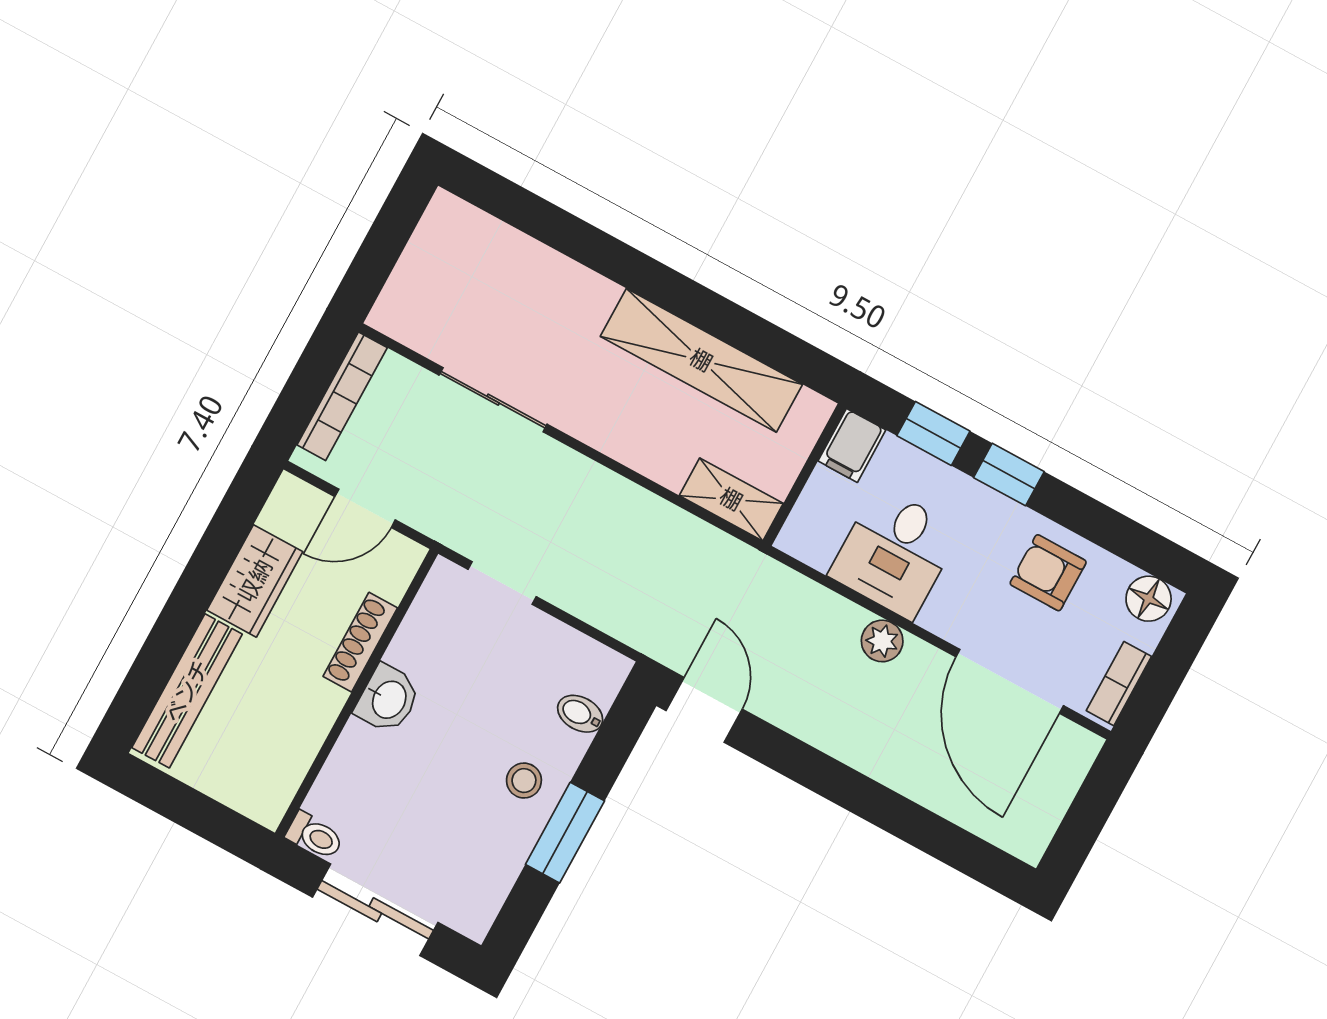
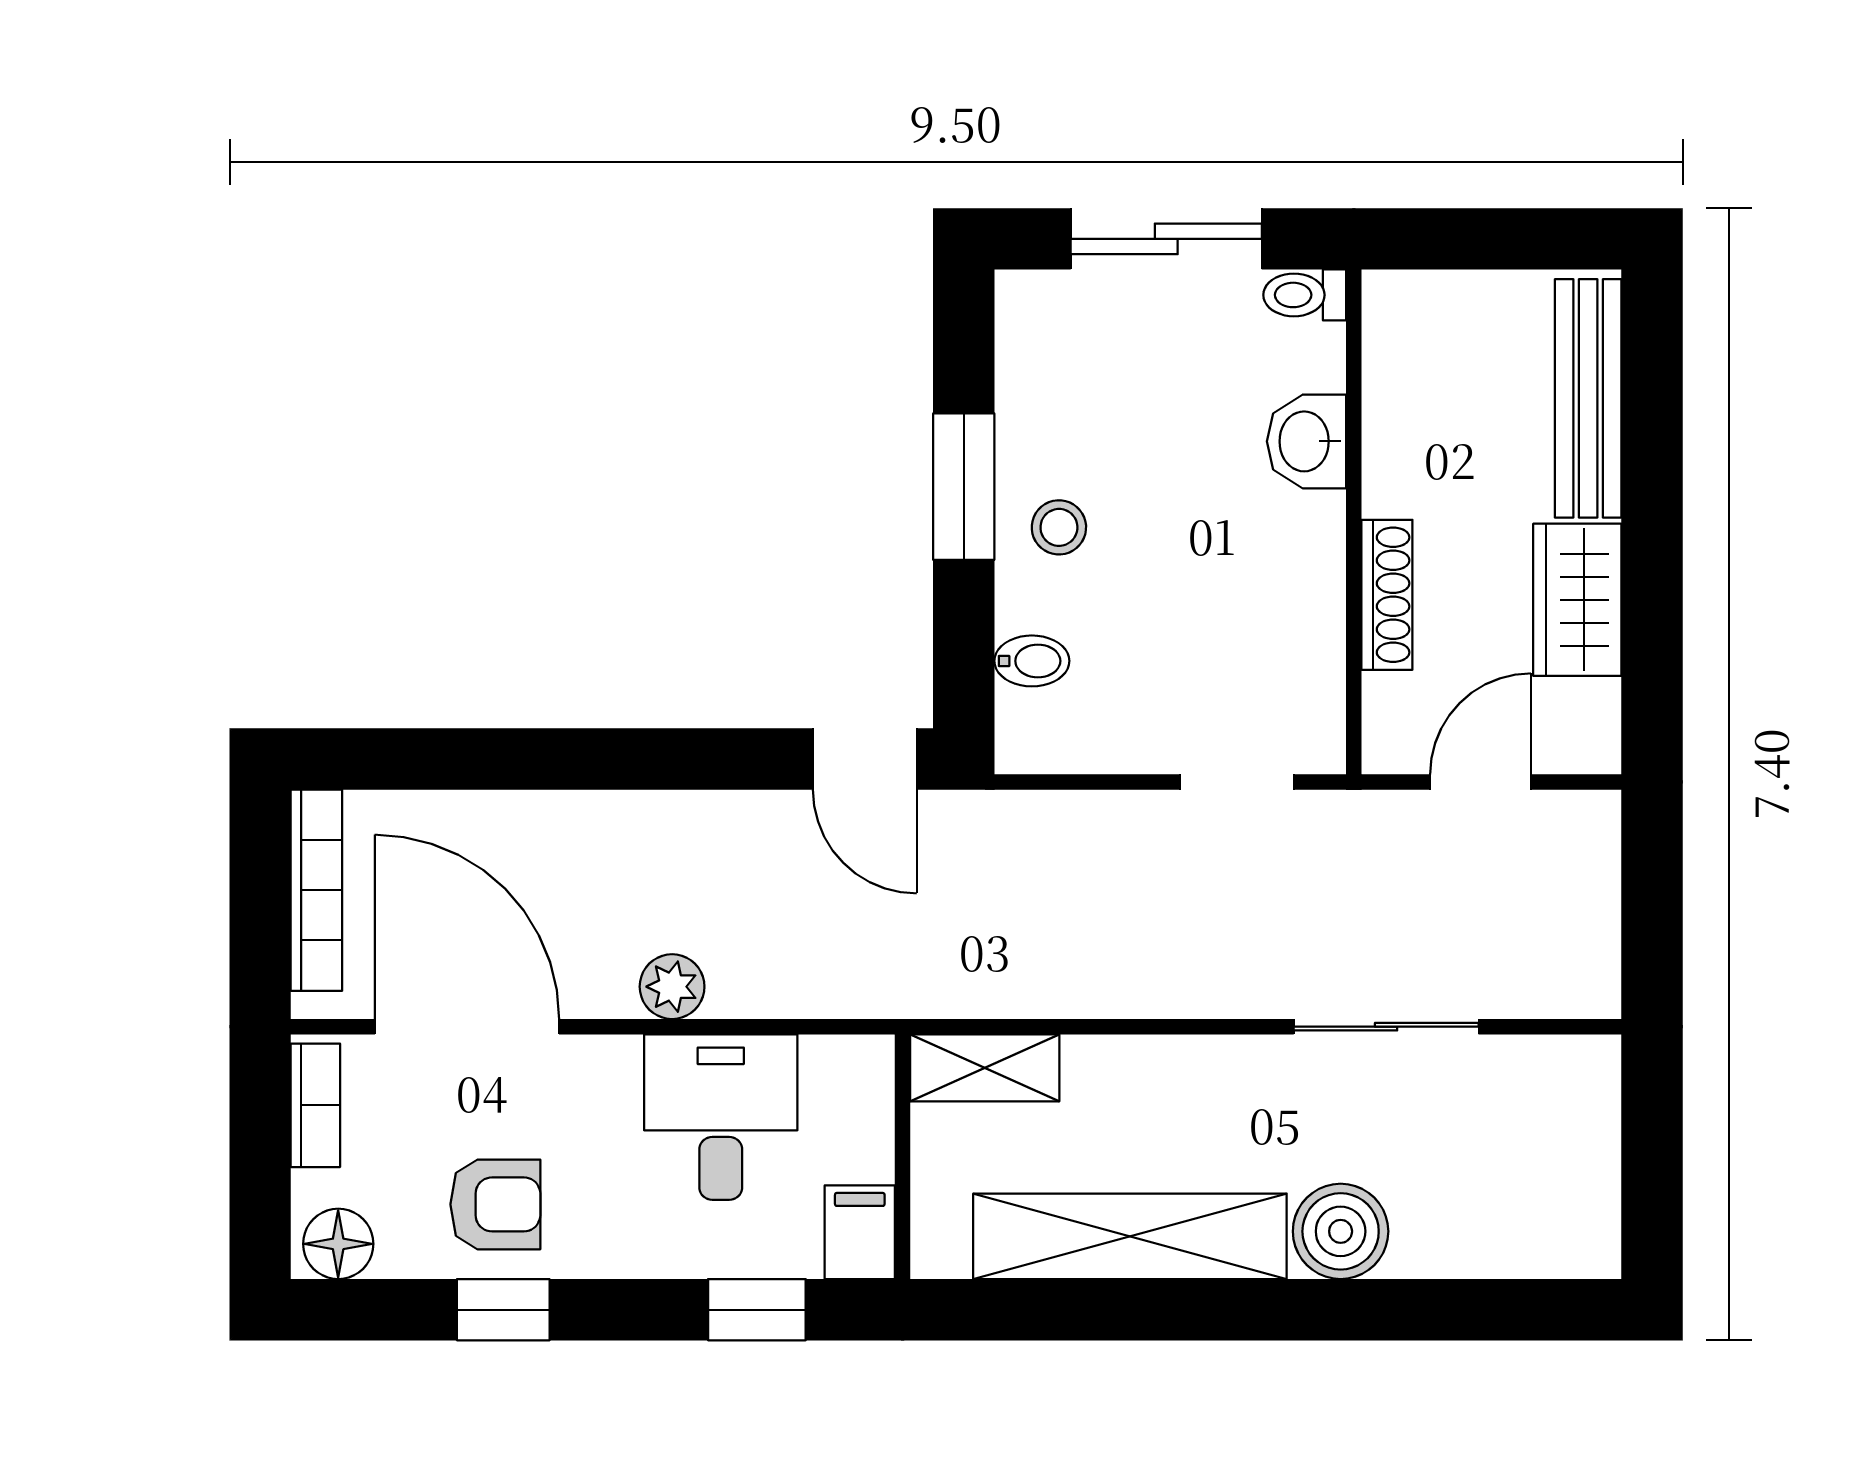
boiler: (581, 299) -> (1341, 1231), added
bookcase: (342, 396) -> (316, 890), moved, turned 180
window: (1009, 475) -> (503, 1310), moved
washbasin: (388, 699) -> (1307, 441), moved

